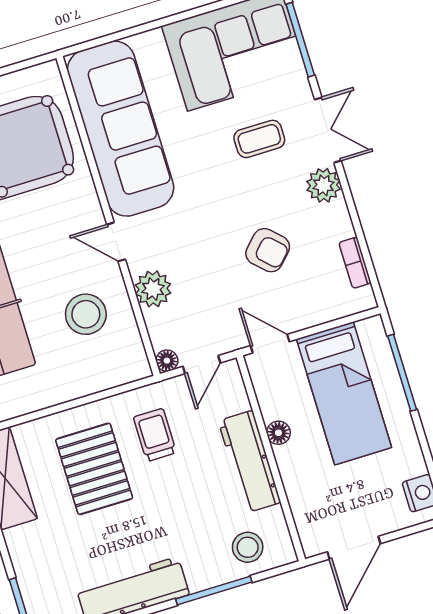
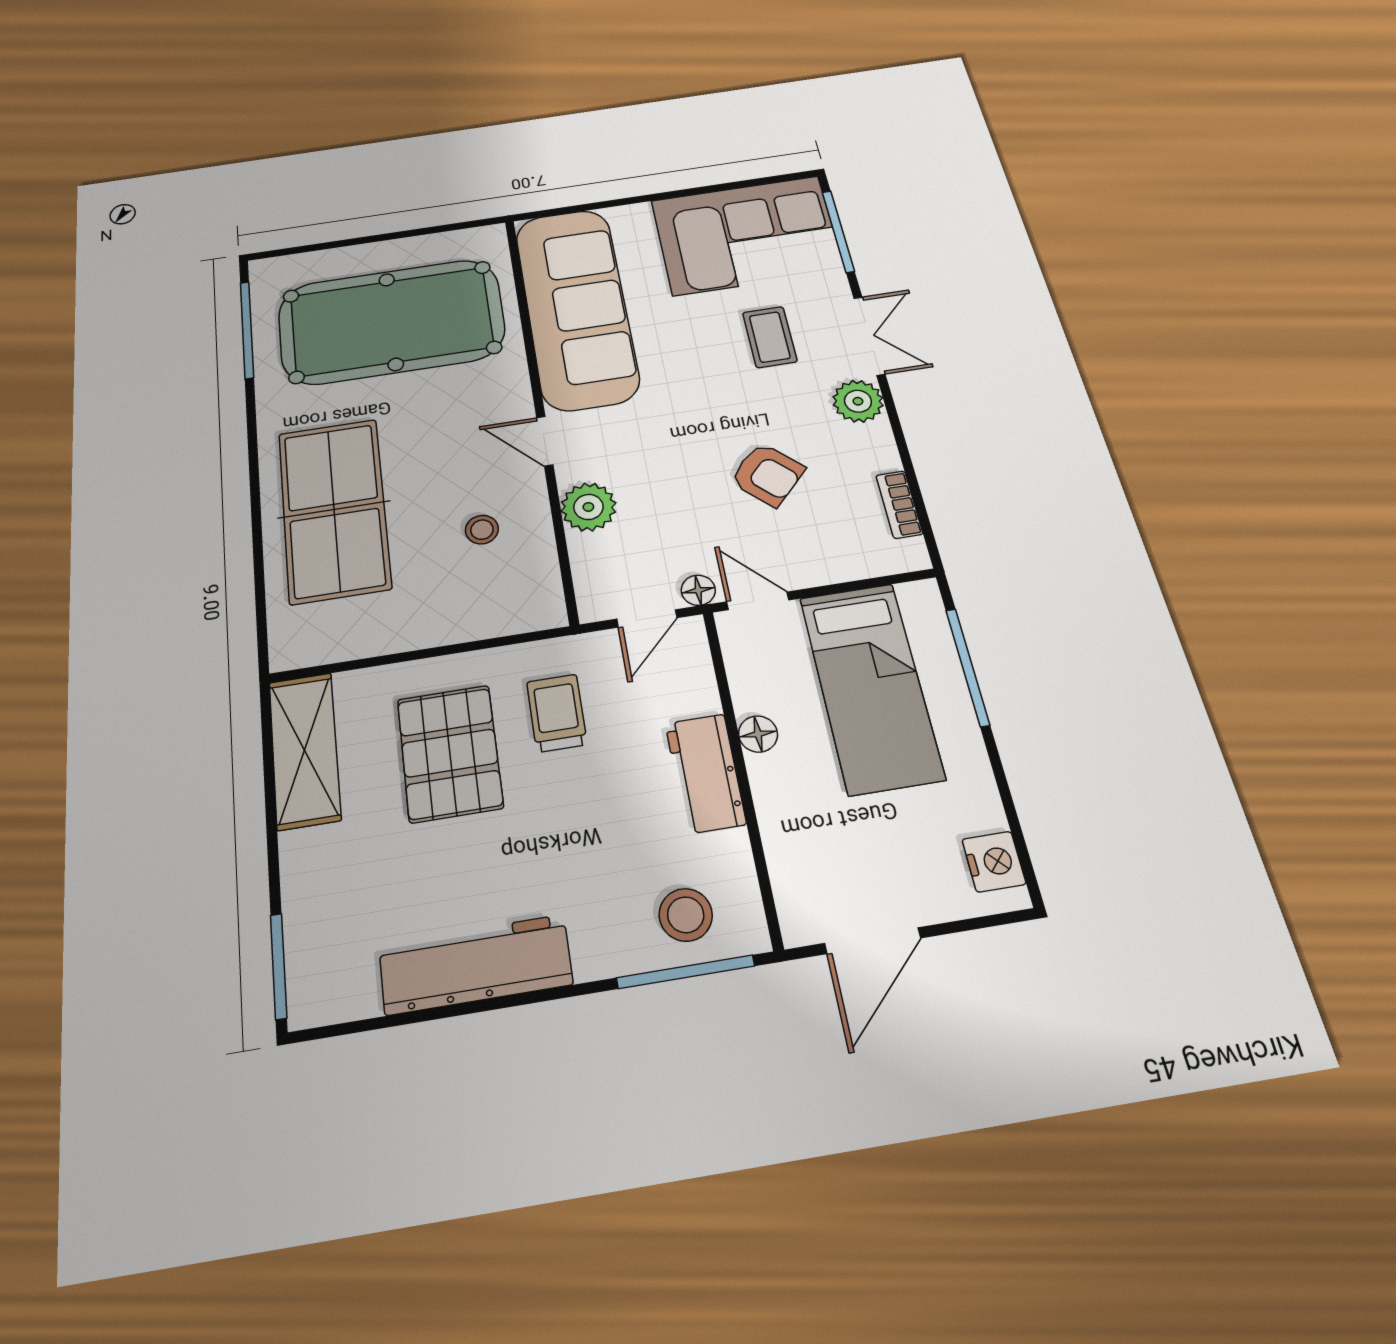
coffee table: (259, 139) -> (770, 337), turned 90
stool: (86, 314) -> (482, 530), width x0.53, depth x0.53
floor lamp: (167, 361) -> (698, 590), moved
workbench: (249, 462) -> (705, 773), width x0.73
window: (214, 591) -> (686, 972), moved

